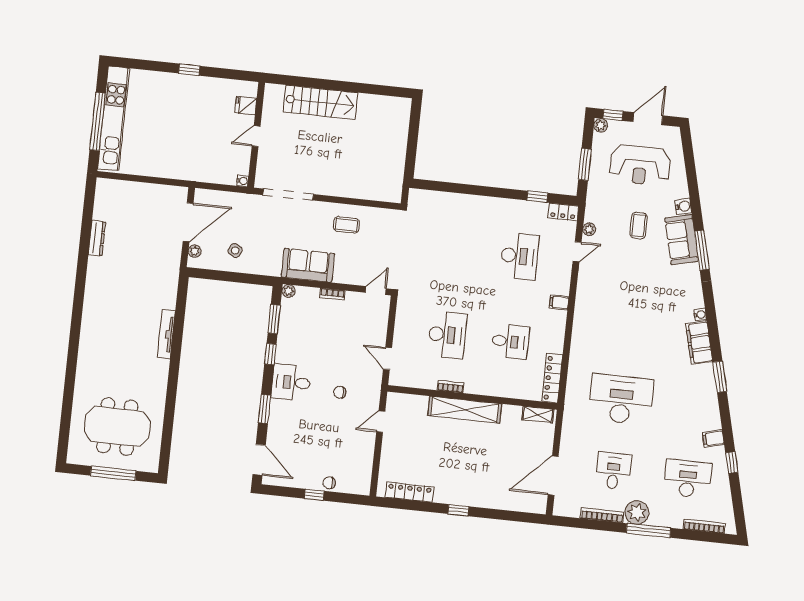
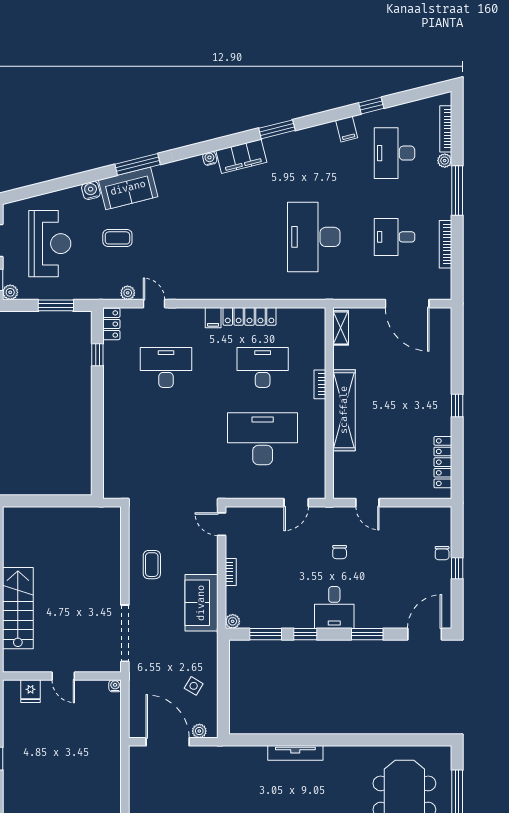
desk: (447, 335) -> (263, 439), width x1.36, depth x1.30
desk: (510, 342) -> (263, 367), width x1.37
locker: (552, 378) -> (250, 316), moved
bookcase: (451, 387) -> (320, 384), moved
plant: (637, 512) -> (445, 161), moved, width x0.53, depth x0.53

